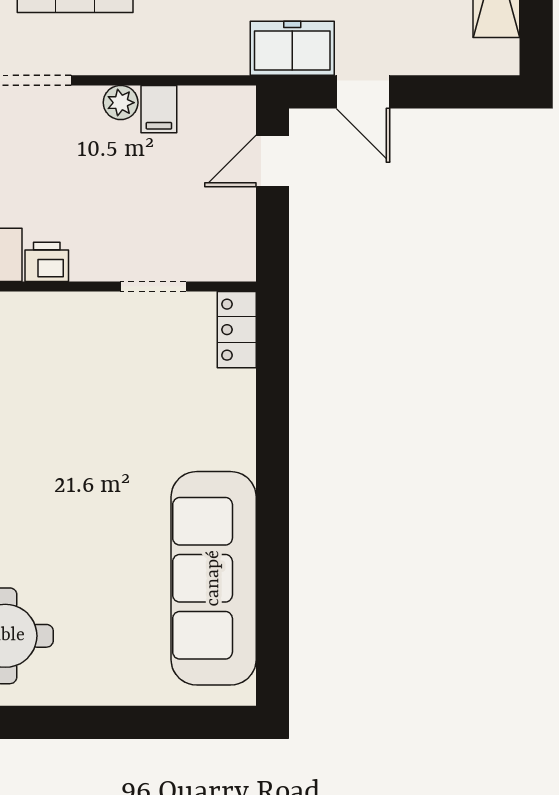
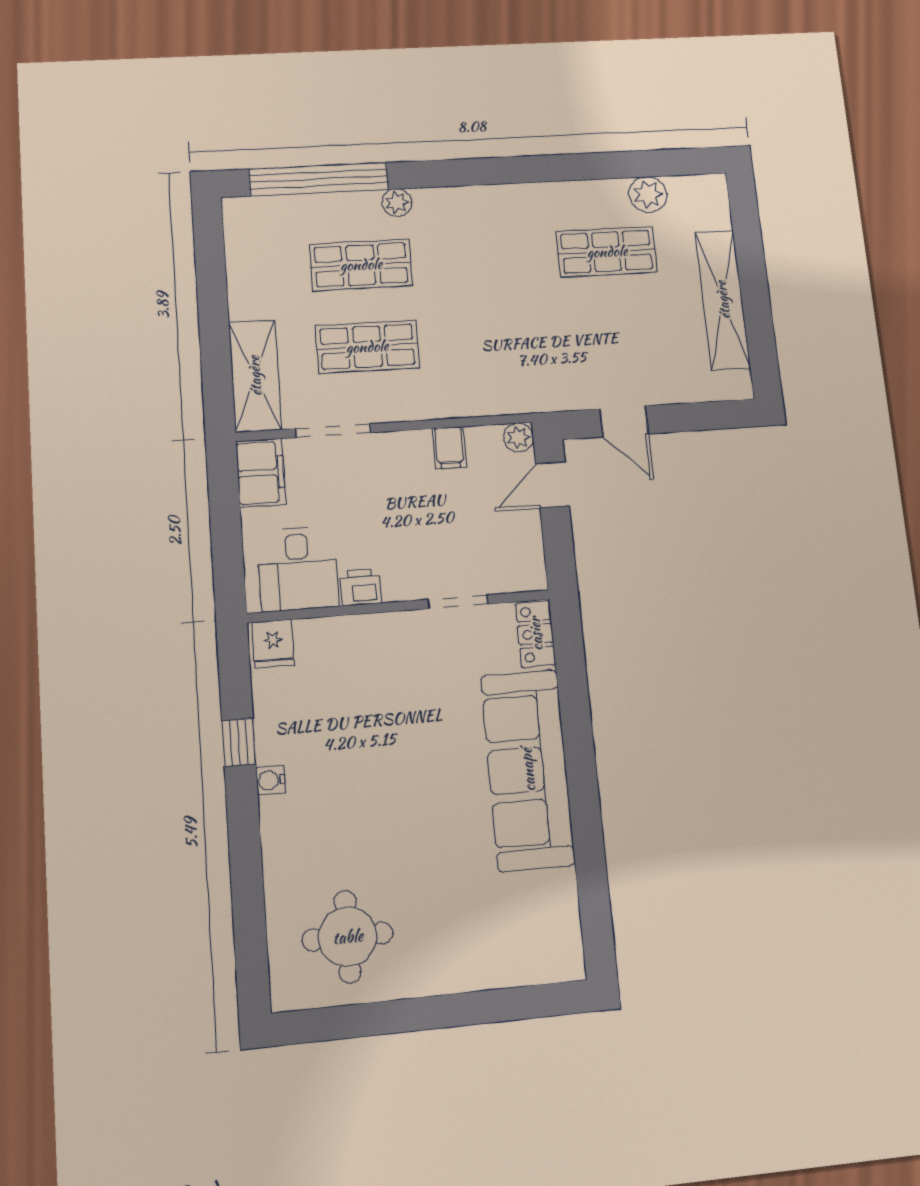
freezer: (292, 48) -> (560, 389), removed
plant: (121, 103) -> (518, 437), moved
sofa: (214, 578) -> (528, 770), moved

